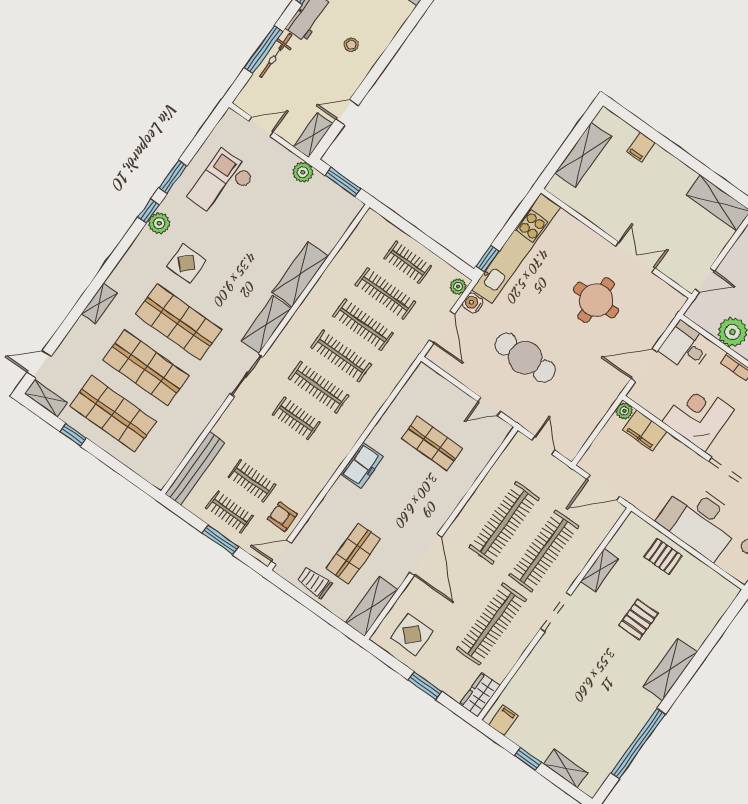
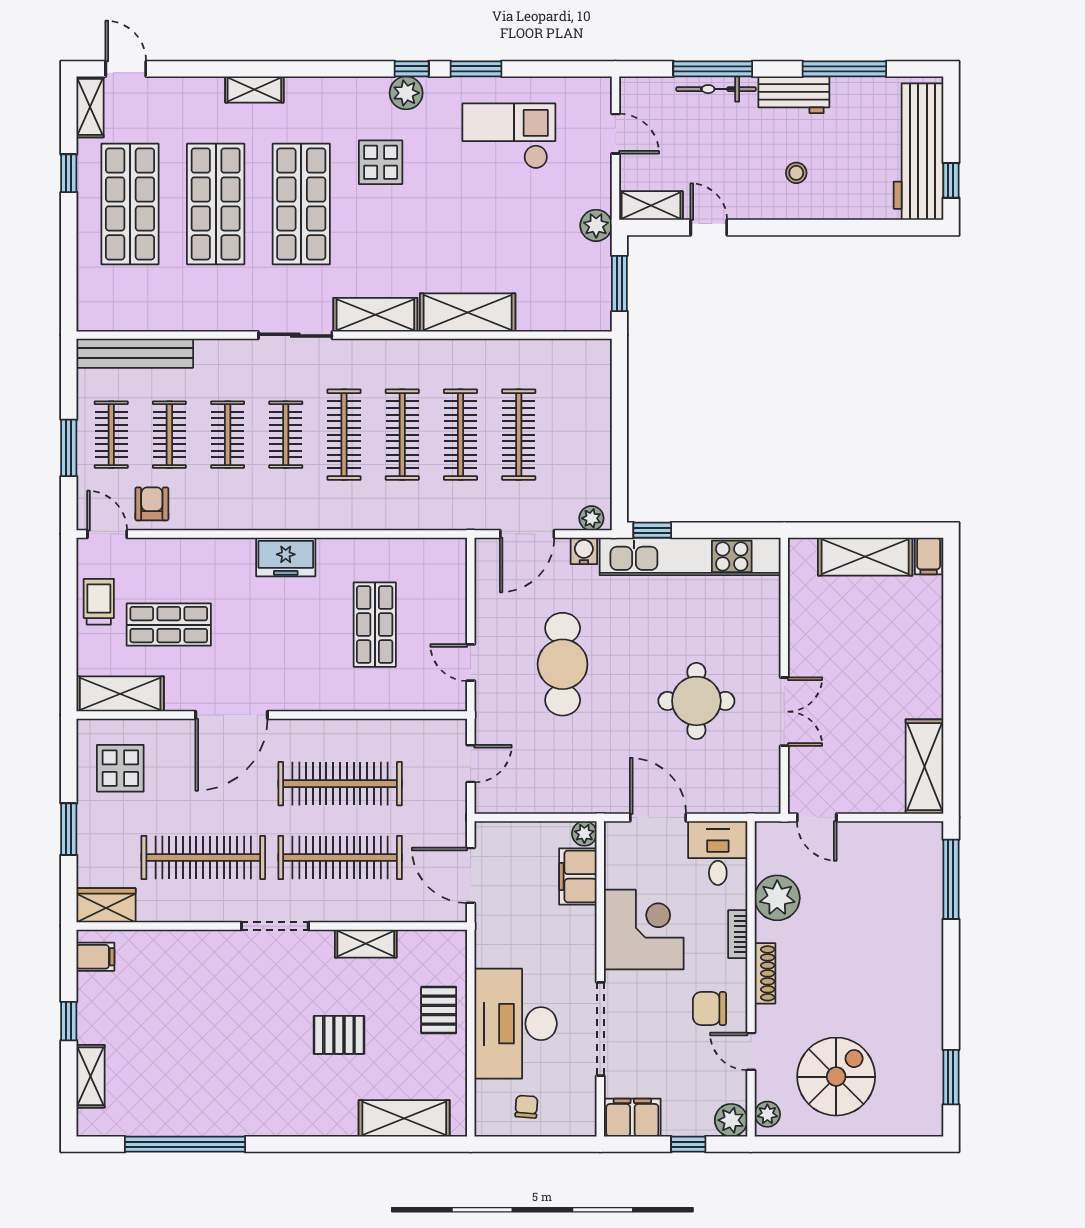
filing cabinet: (641, 147) -> (929, 556), moved, turned -90
clothes rail: (408, 262) -> (228, 435), moved
shelving: (670, 669) -> (404, 1118), moved

